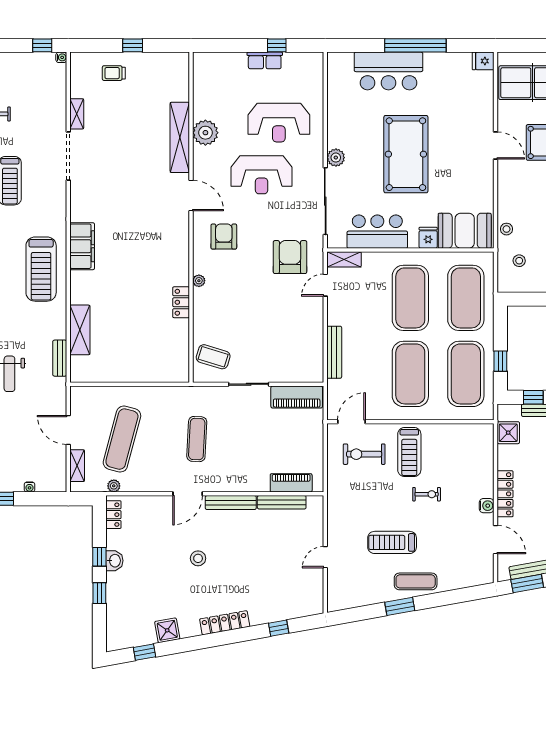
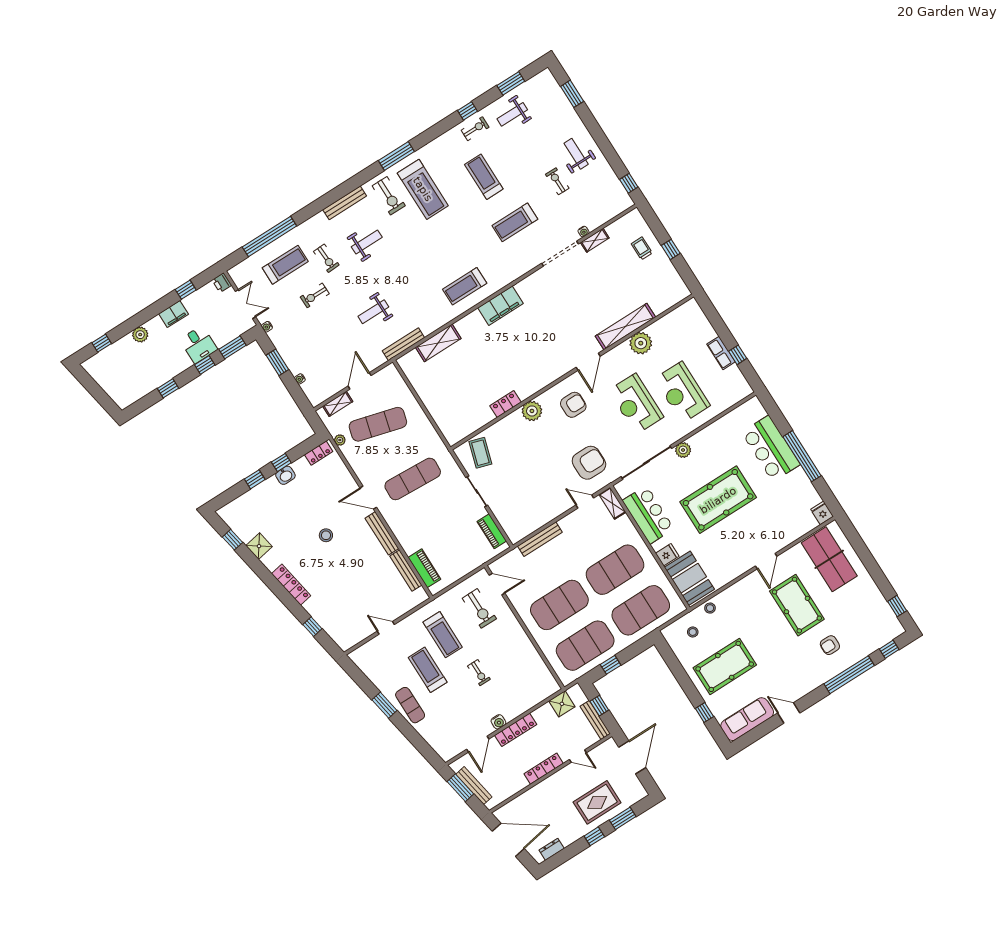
water cooler: (61, 57) -> (584, 232), moved
treadmill: (41, 269) -> (465, 286), width x0.73, depth x0.73
plant: (199, 281) -> (532, 411), width x1.87, depth x1.87
bench: (60, 358) -> (403, 344), width x1.36
piano: (297, 397) -> (492, 531), width x0.73, depth x0.75
exercise mat: (197, 439) -> (413, 479), width x1.36, depth x1.45
treadmill: (409, 452) -> (443, 635), moved, turned -90
exercise bike: (364, 454) -> (479, 608), turned 180

